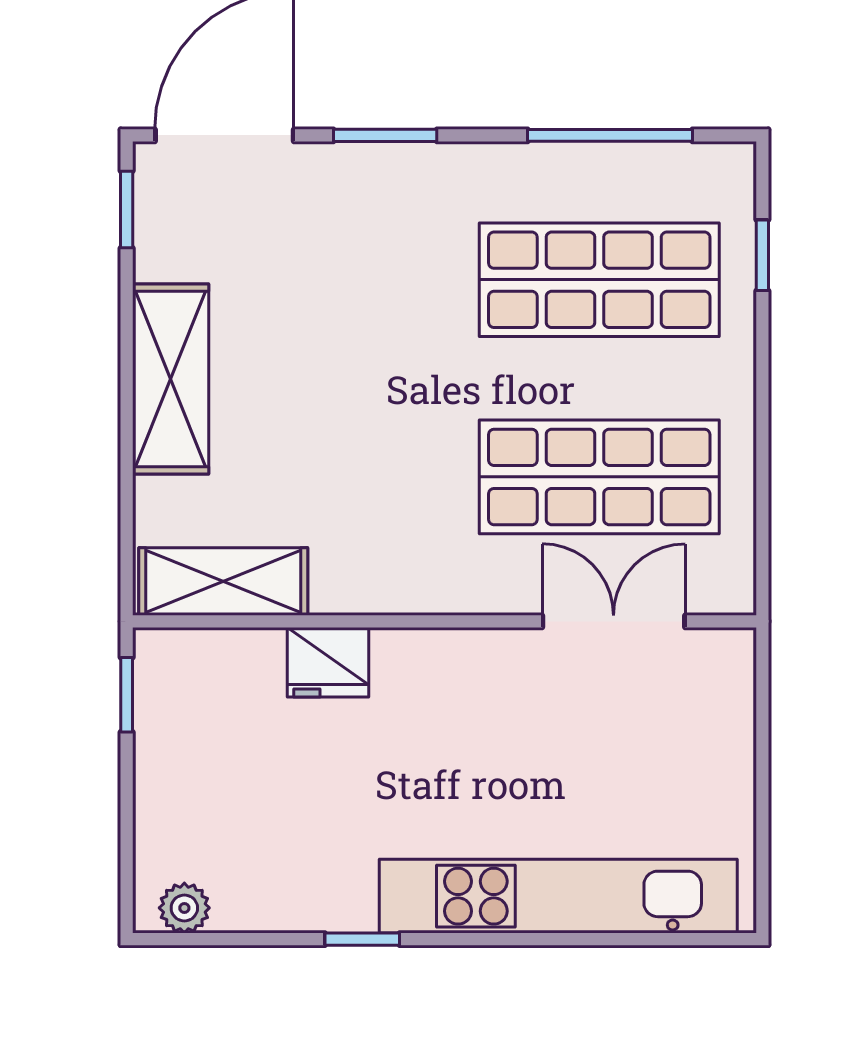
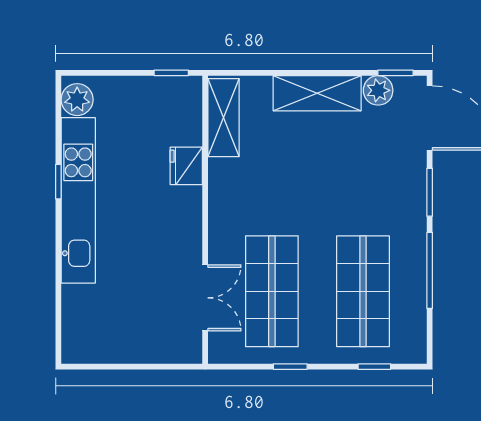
window: (610, 135) -> (430, 270), moved
plant: (165, 247) -> (378, 90), added
window: (762, 437) -> (290, 367), added
kitchen unit: (558, 896) -> (78, 200), moved
plant: (184, 908) -> (77, 100), width x1.38, depth x1.38

